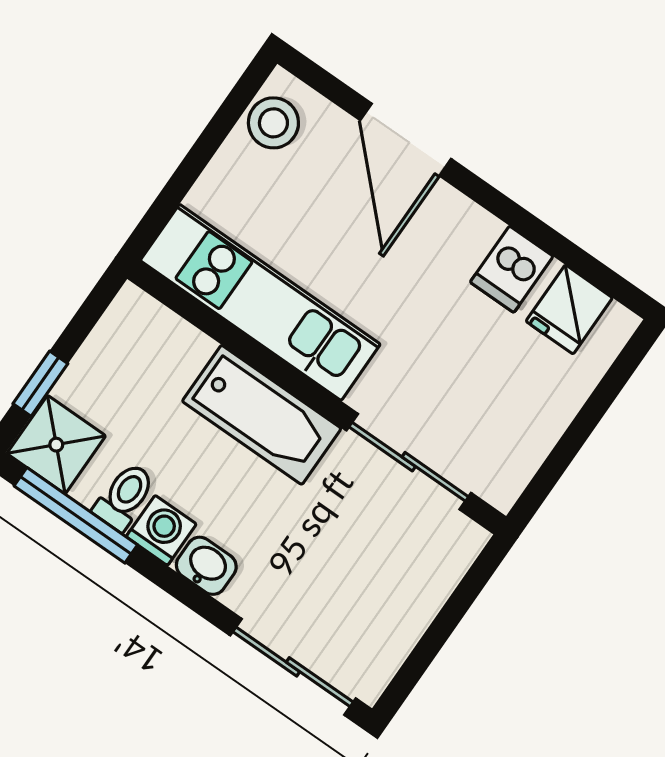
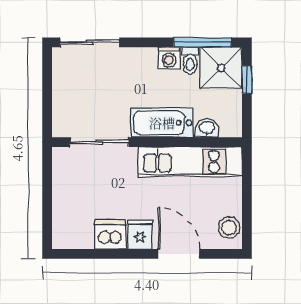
dishwasher: (512, 269) -> (110, 234), width x1.38
fridge: (569, 309) -> (140, 234), moved
shower: (56, 445) -> (221, 68), width x1.36, depth x1.36
washbasin: (206, 566) -> (207, 128), moved, turned 180

